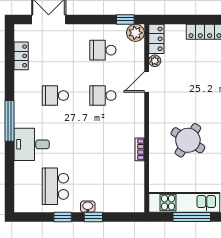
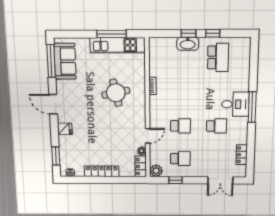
window: (125, 19) -> (175, 180), moved
round table: (188, 140) -> (116, 93), turned 45
desk: (32, 144) -> (235, 104), moved
washbasin: (88, 207) -> (188, 44), width x1.91, depth x1.45

